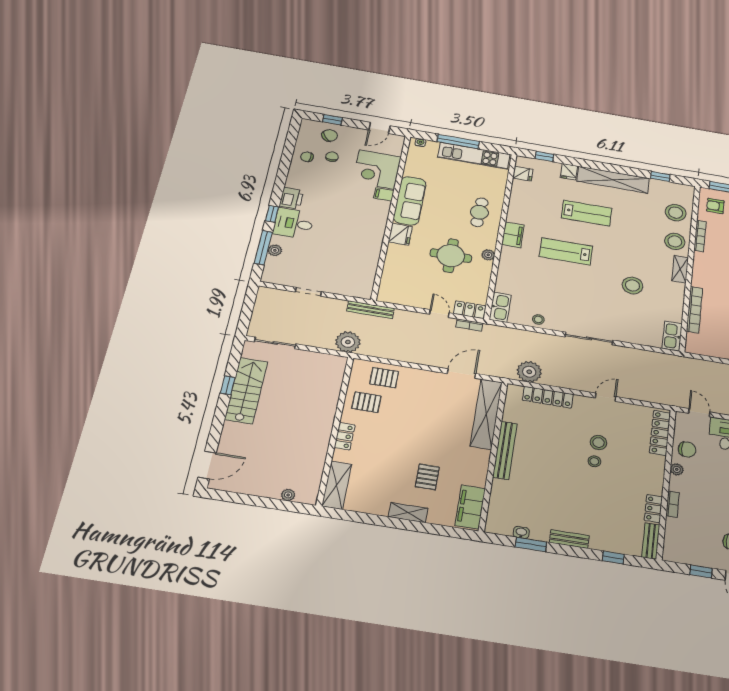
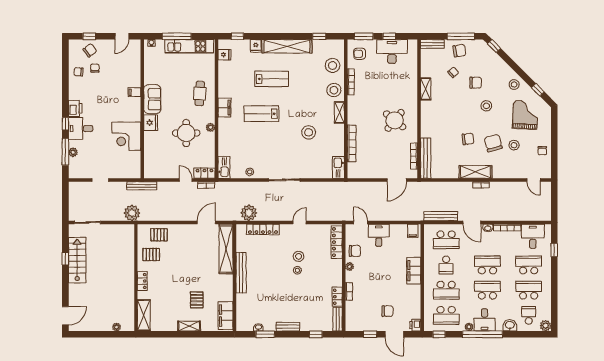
corner desk: (377, 169) -> (126, 136), moved
sofa: (410, 201) -> (152, 99), width x0.73

